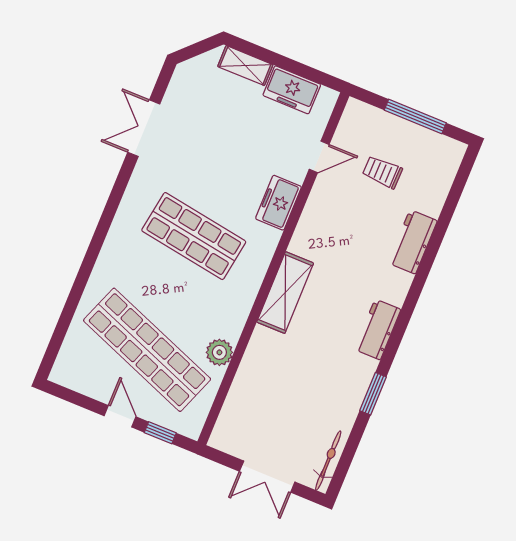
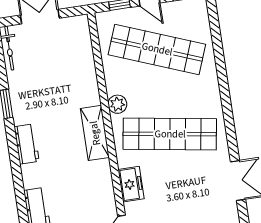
shop shelf: (194, 236) -> (170, 134), width x1.40
plant: (219, 352) -> (117, 104), moved

